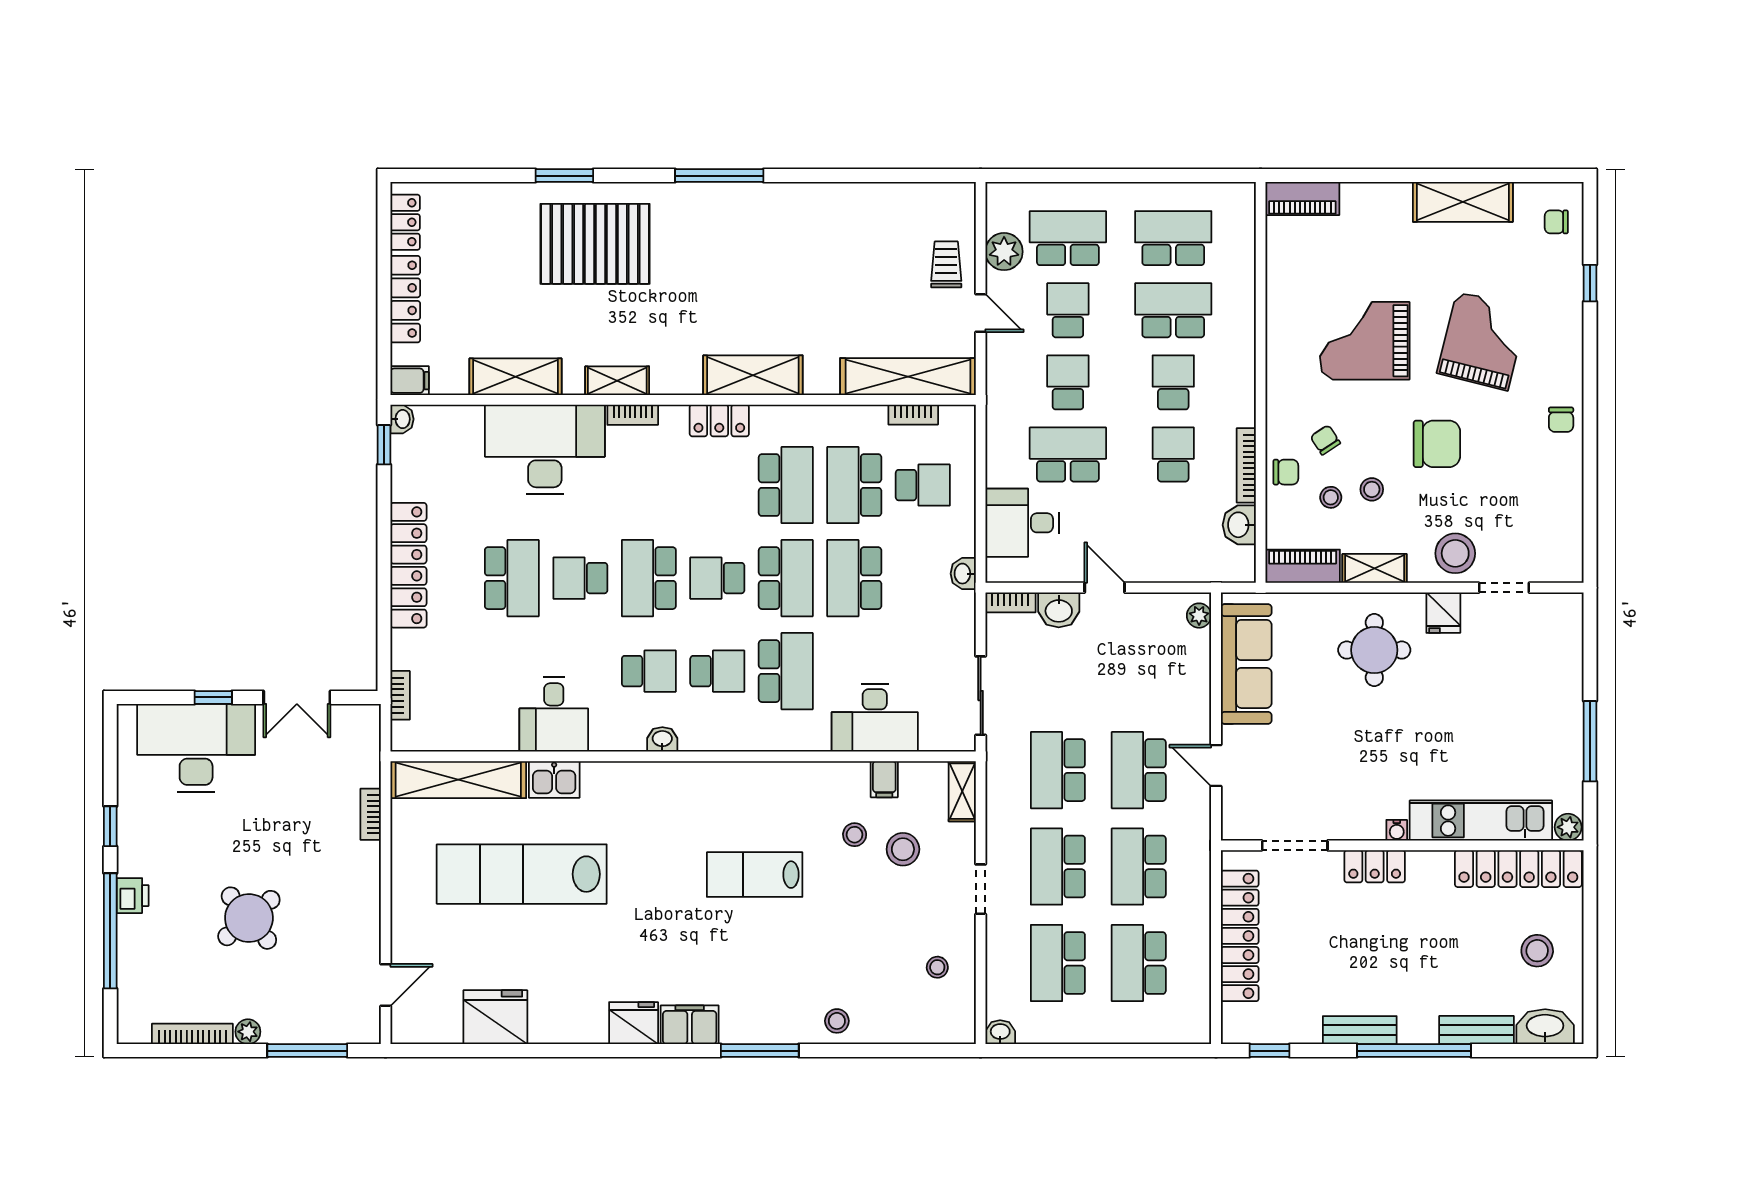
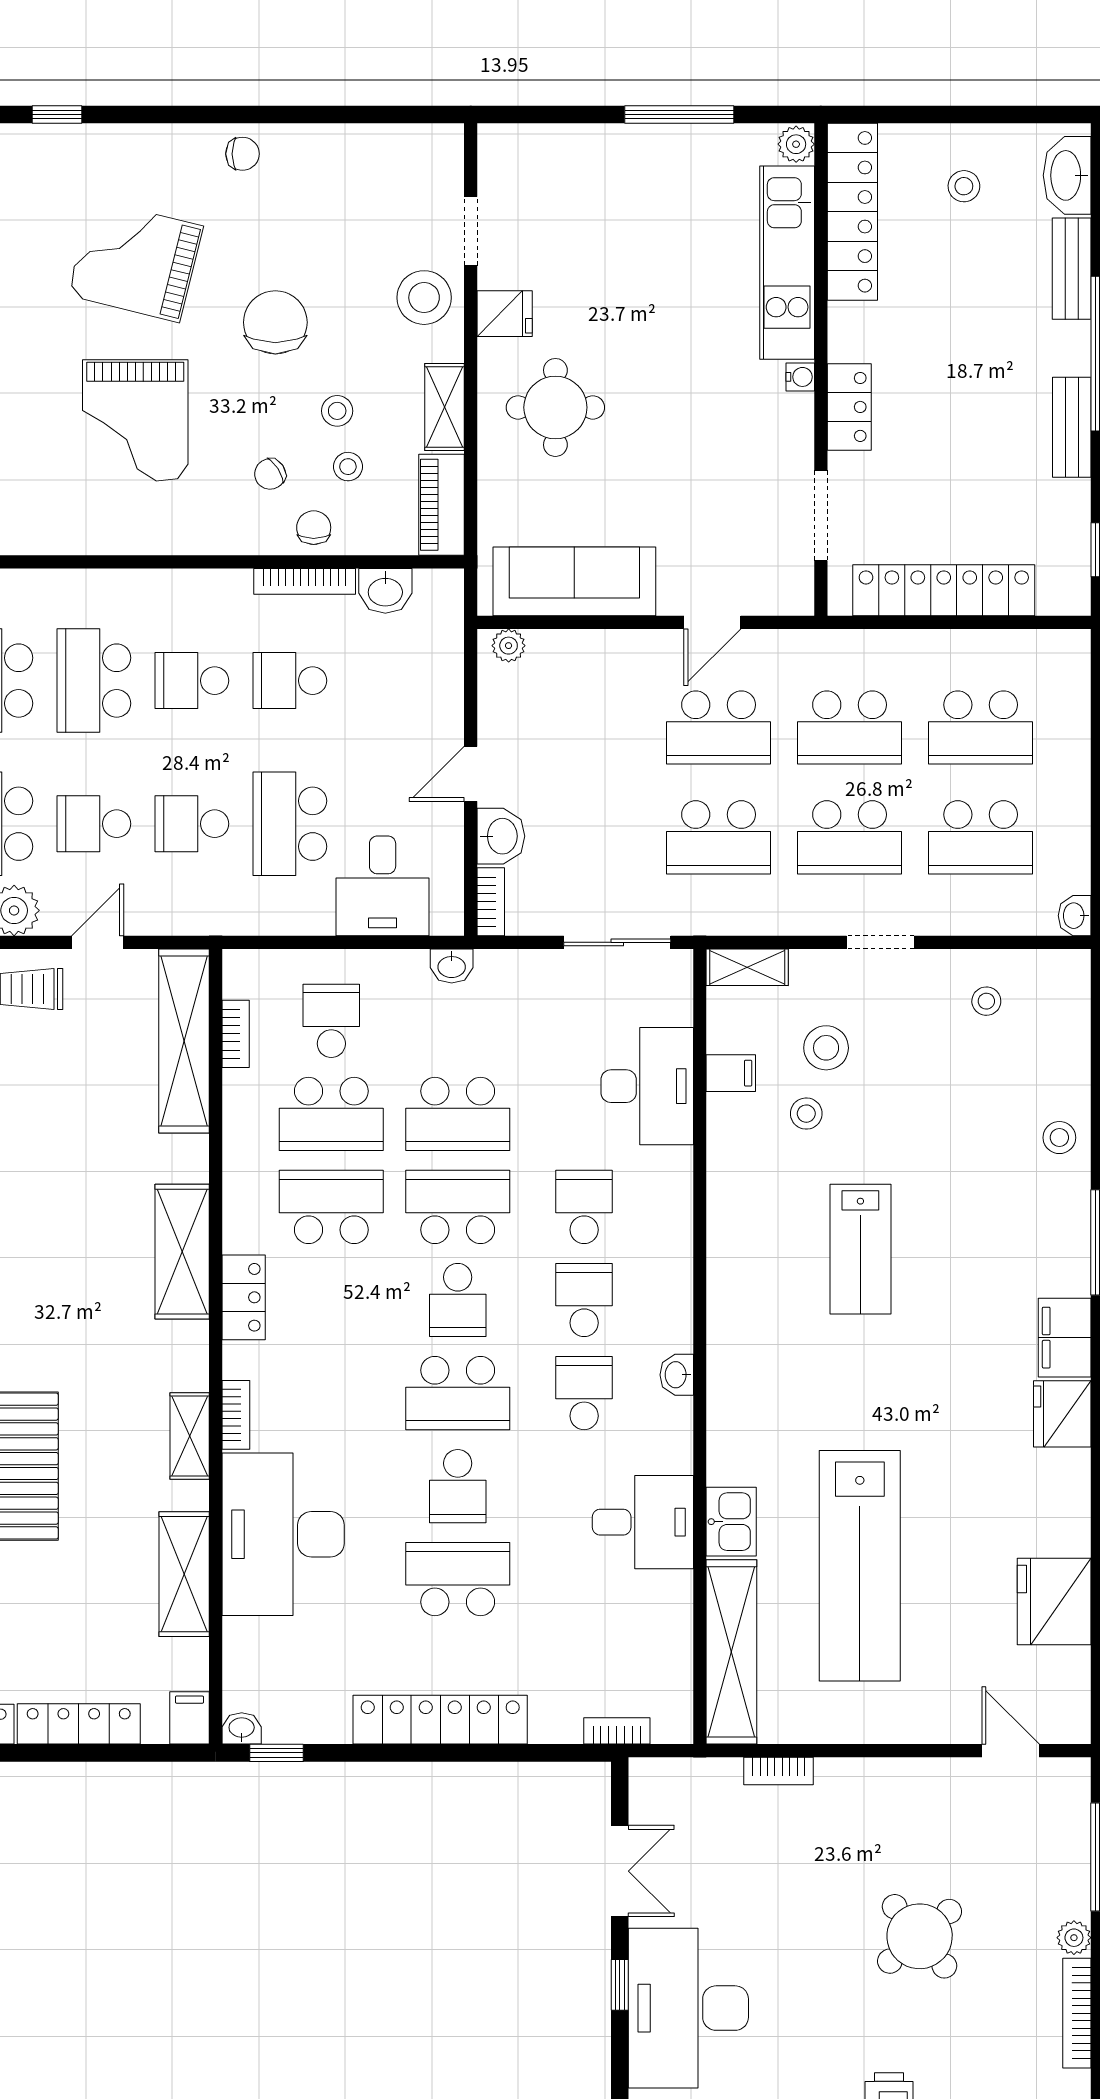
school desk: (786, 671) -> (584, 1207), width x0.54
stool: (1537, 951) -> (964, 186), width x0.73, depth x0.73

